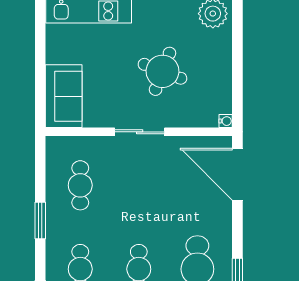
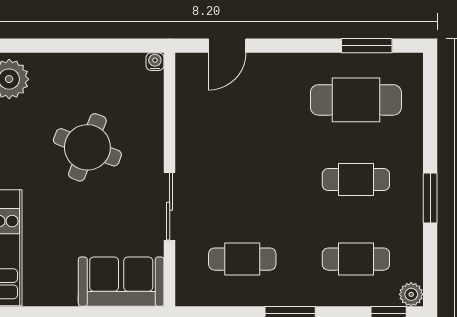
sliding door: (140, 132) -> (170, 206), moved
door: (237, 174) -> (227, 46), width x0.53

